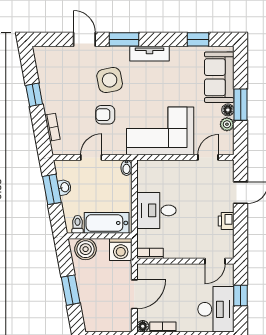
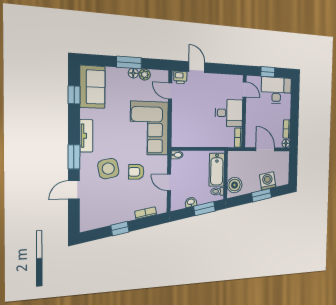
sofa: (219, 77) -> (92, 87), moved, turned -90
armchair: (105, 115) -> (136, 172), turned 90
window: (52, 189) -> (204, 209), moved
desk: (156, 210) -> (229, 113), moved, turned -90
printer: (226, 221) -> (180, 77), moved
washing machine: (121, 250) -> (268, 181), moved, turned -101

